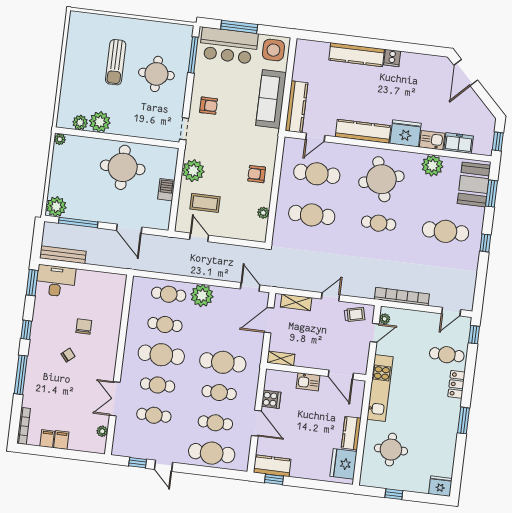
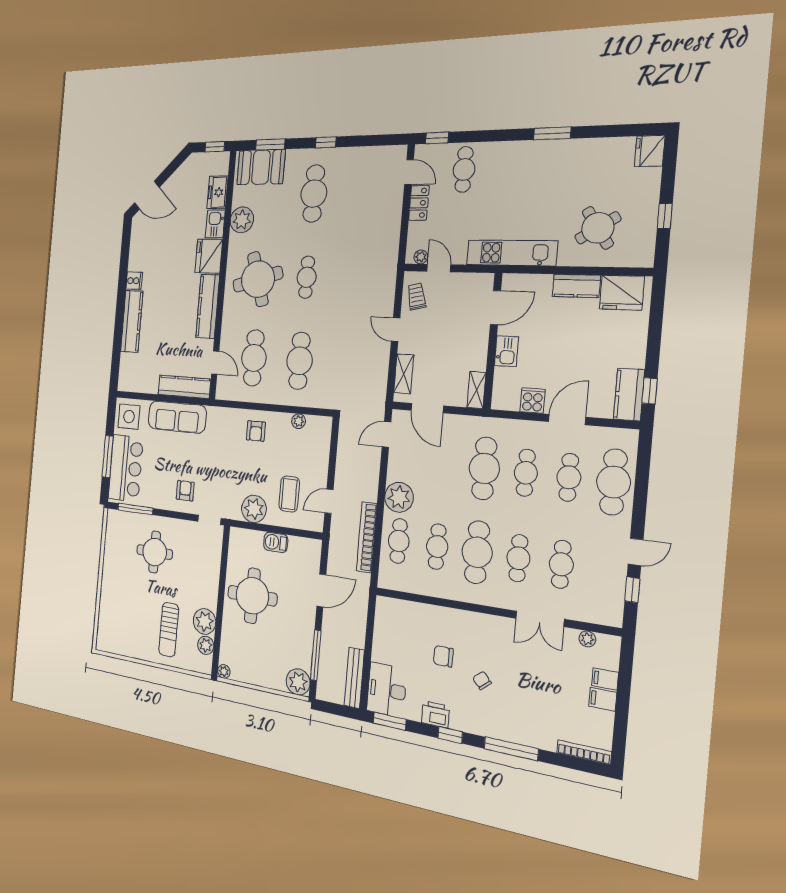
sun lounger: (116, 62) -> (169, 630), moved, turned 90
bookcase: (402, 297) -> (367, 537), moved
printer: (40, 319) -> (435, 714), added
locker: (456, 384) -> (419, 203), moved, turned -90
filing cabinet: (47, 439) -> (605, 679), moved
round table: (391, 450) -> (598, 228), turned -33

